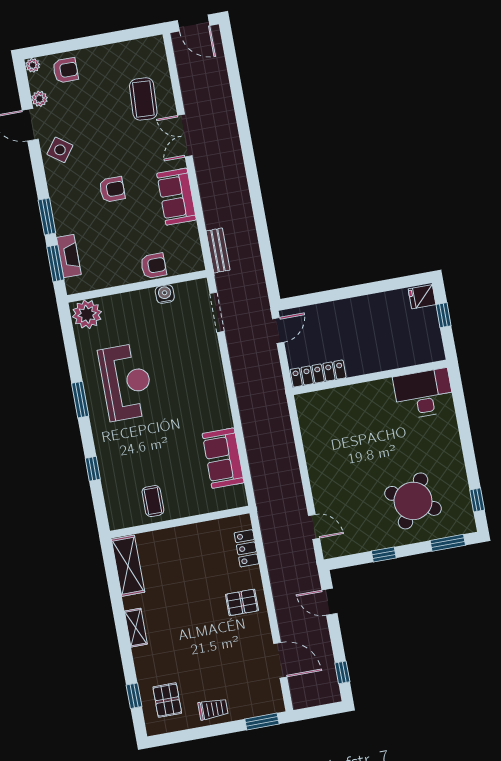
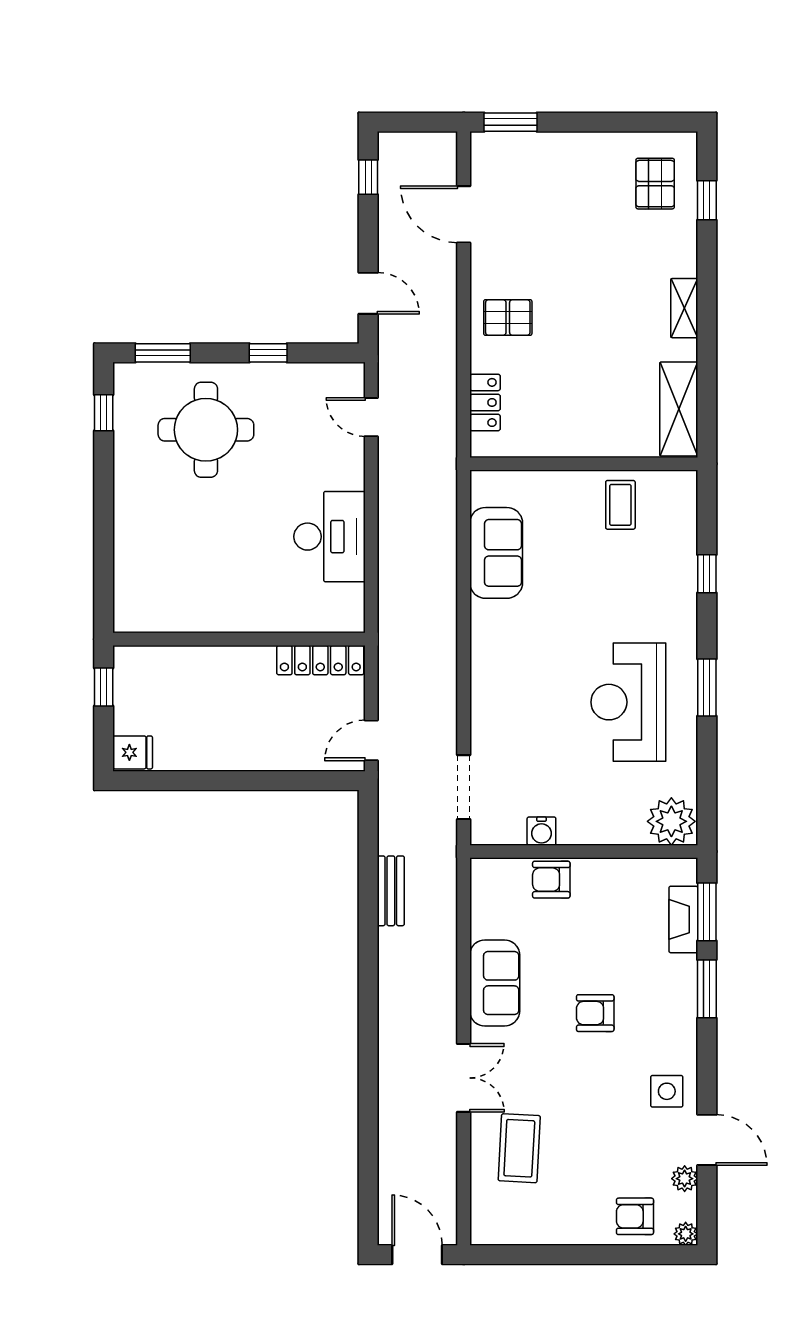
side table: (60, 150) -> (667, 1091), turned -36
bench: (218, 250) -> (391, 891), moved
window: (444, 315) -> (104, 687), moved
desk: (424, 394) -> (330, 537), moved, turned -90
round table: (413, 501) -> (206, 430), turned -30
trolley: (213, 709) -> (585, 156), removed

